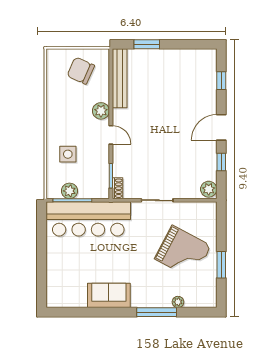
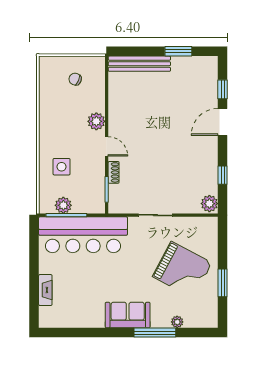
window: (147, 44) -> (178, 51), moved
chair: (81, 71) -> (75, 79), width x0.54, depth x0.54
bench: (120, 78) -> (139, 64), moved, turned 90
door: (221, 127) -> (223, 122), moved
shoe rack: (117, 188) -> (114, 172), moved
fireplace: (52, 272) -> (45, 290), added
sofa: (109, 295) -> (128, 315), moved

